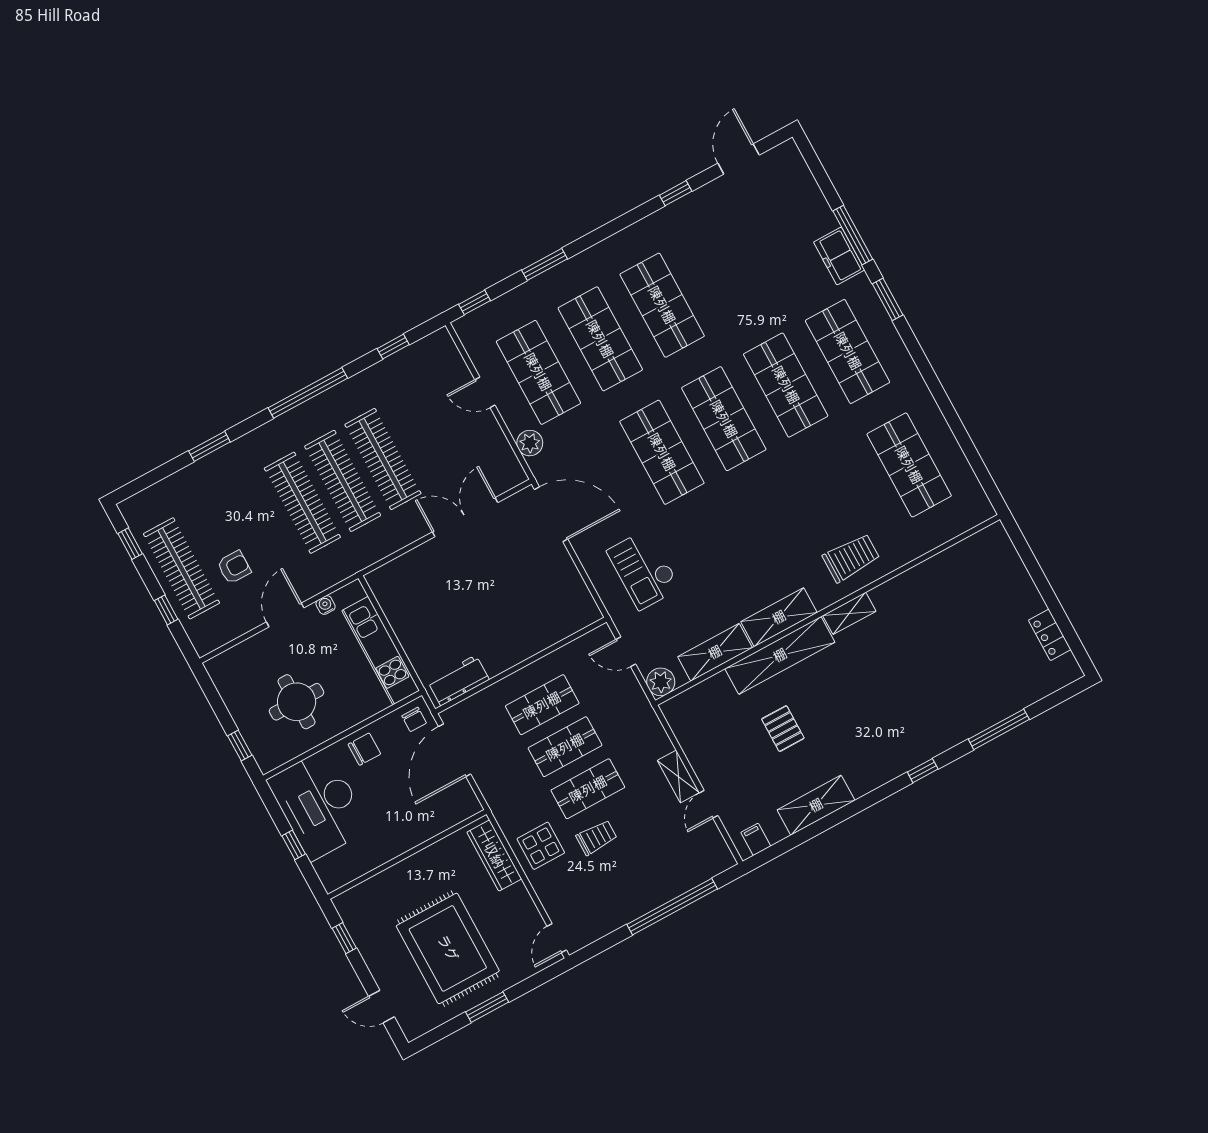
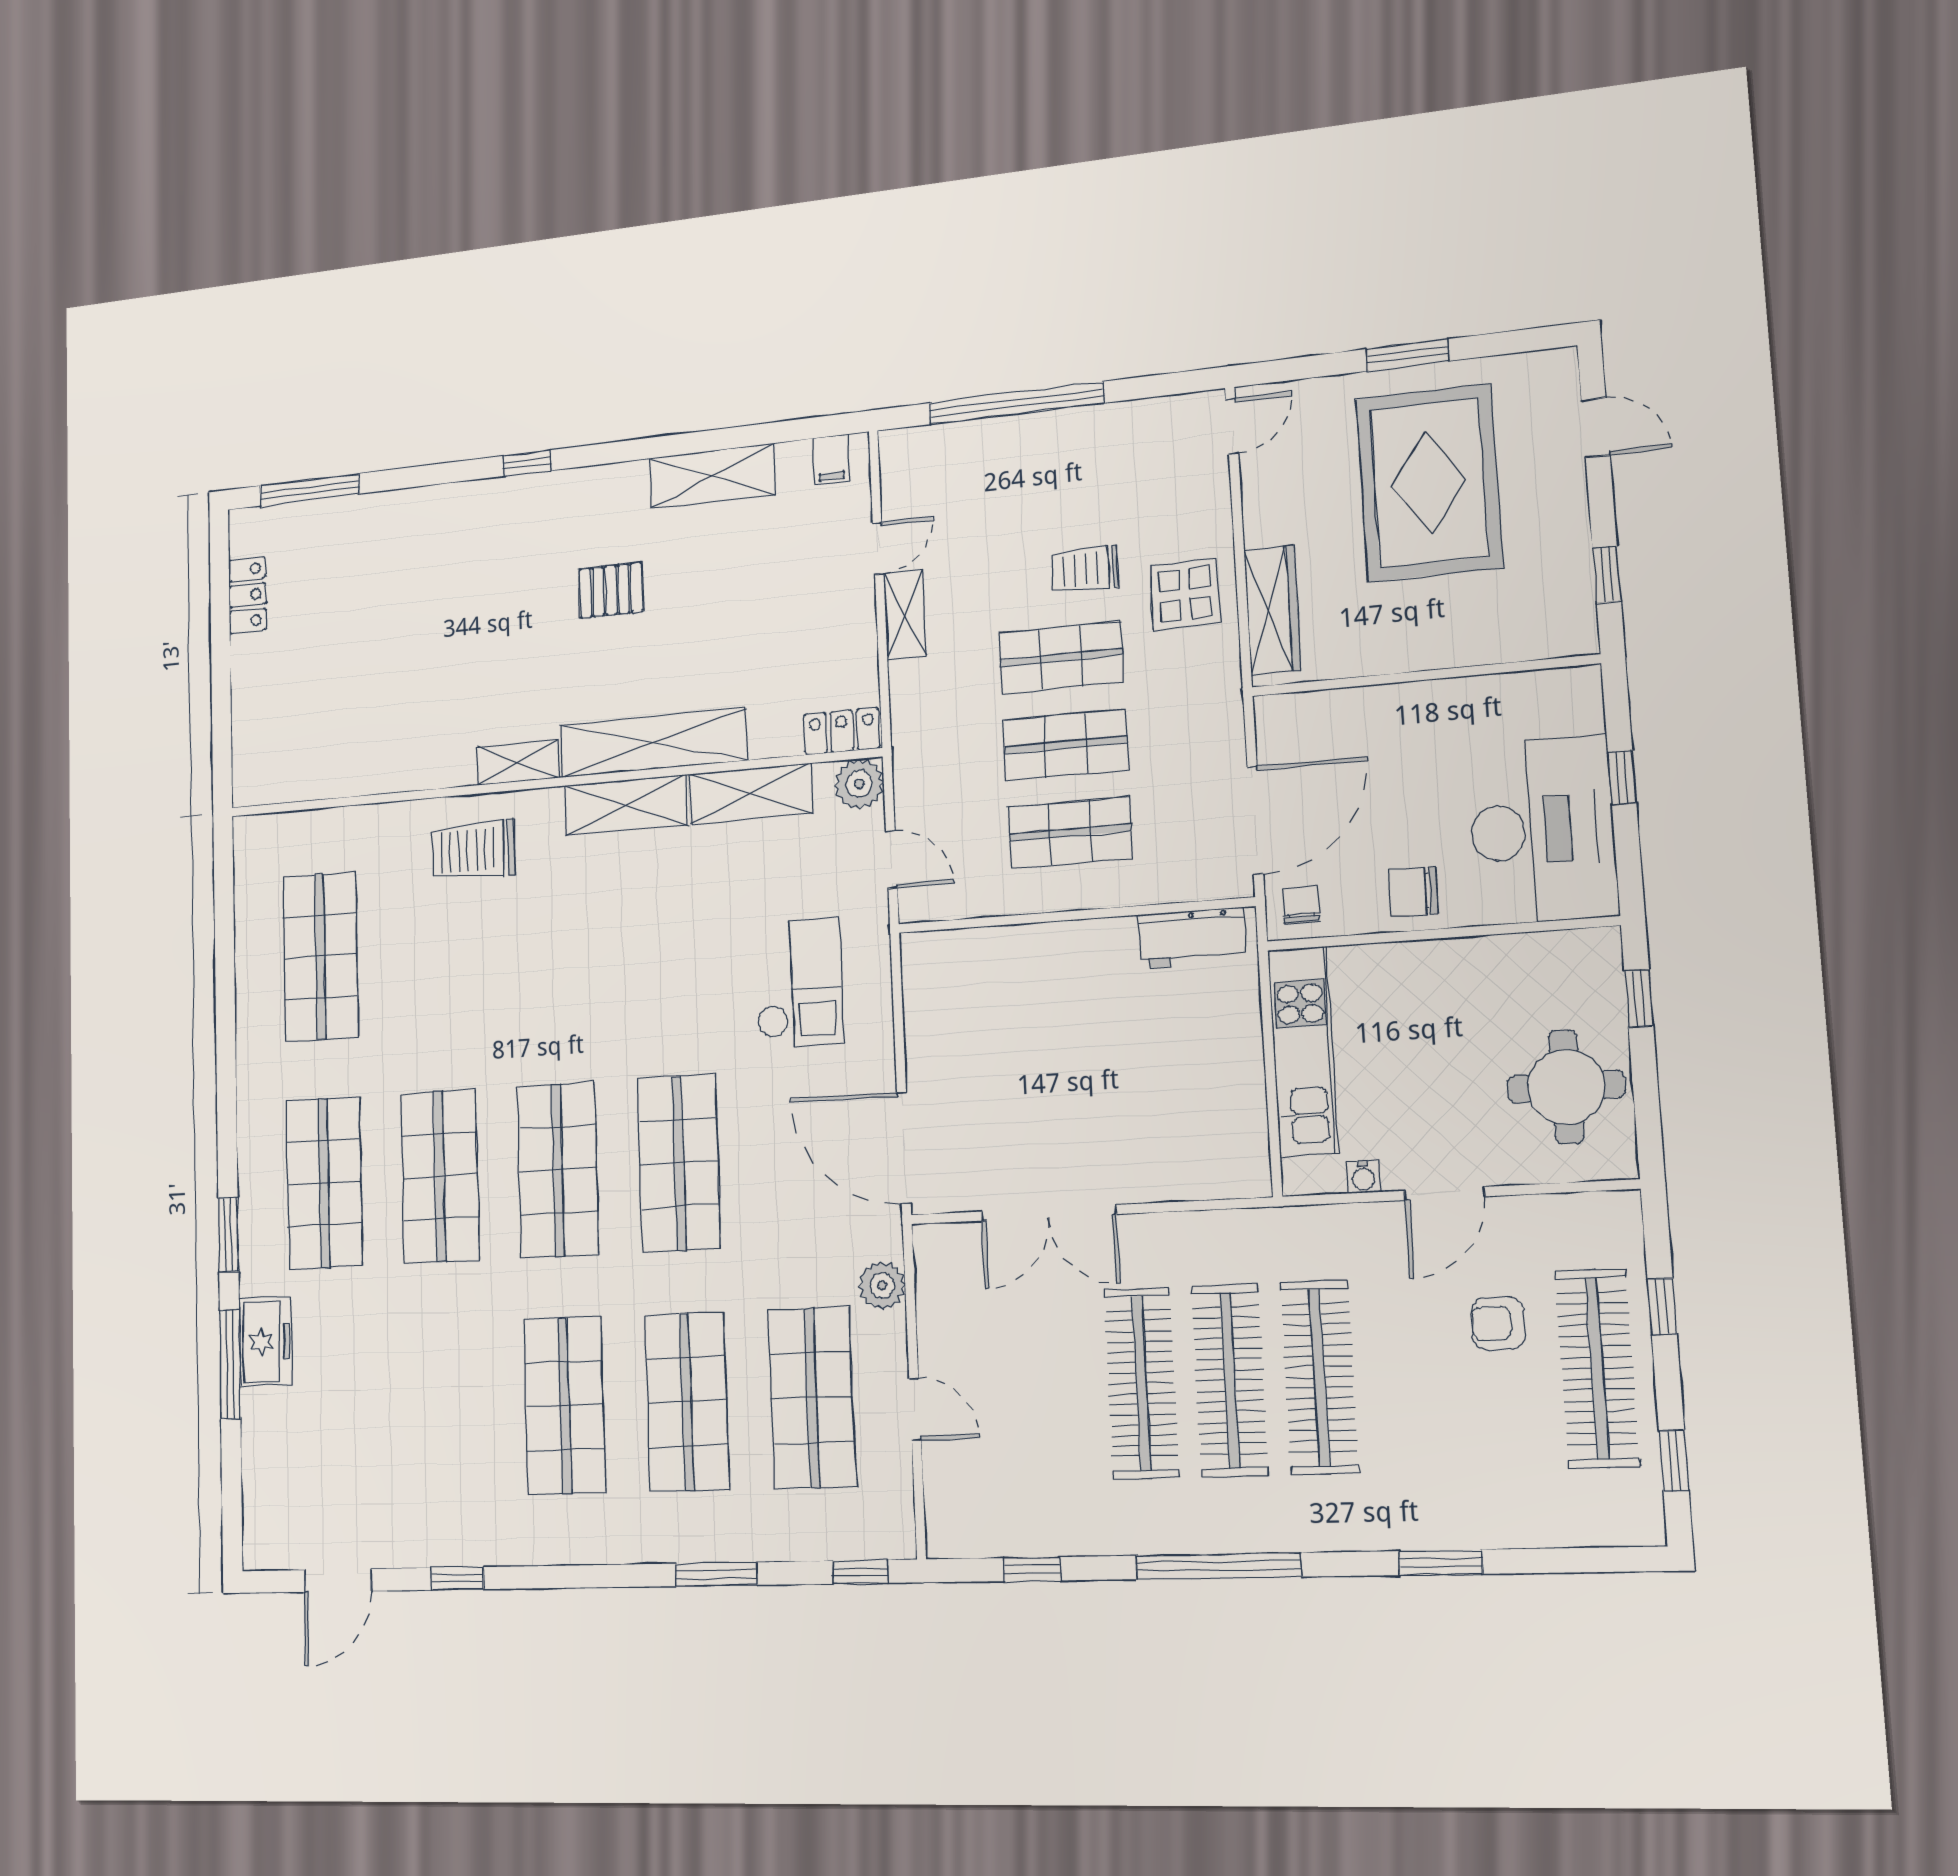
round table: (297, 702) -> (1566, 1087), moved
locker: (683, 704) -> (842, 731), added
pallet: (783, 729) -> (611, 590), moved, turned 90
window: (999, 729) -> (309, 490), moved

